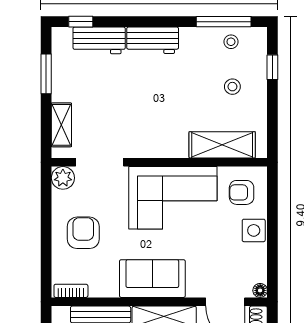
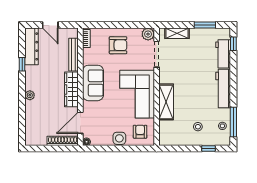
workbench: (153, 40) -> (223, 88), width x1.38
shelving: (222, 145) -> (166, 102), moved

